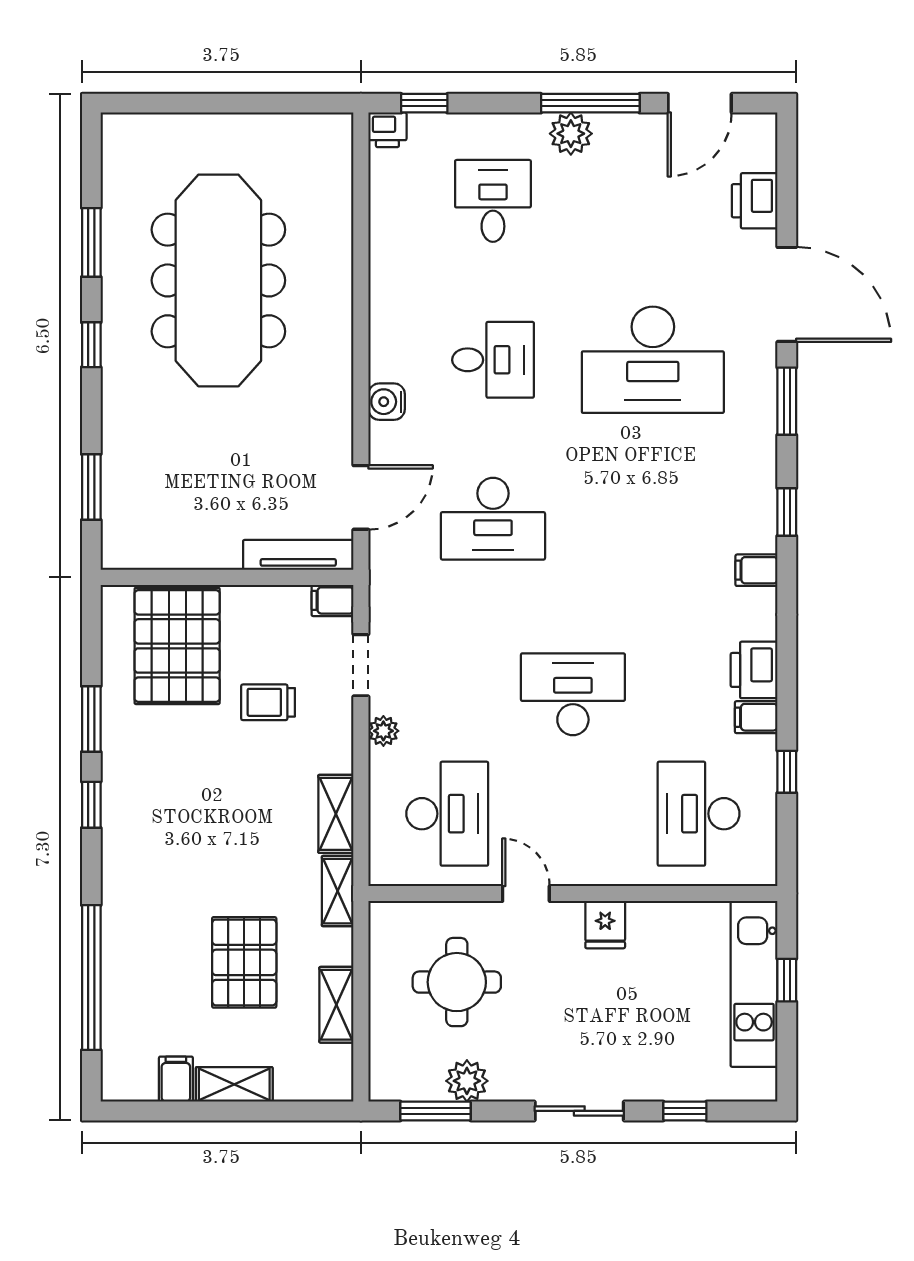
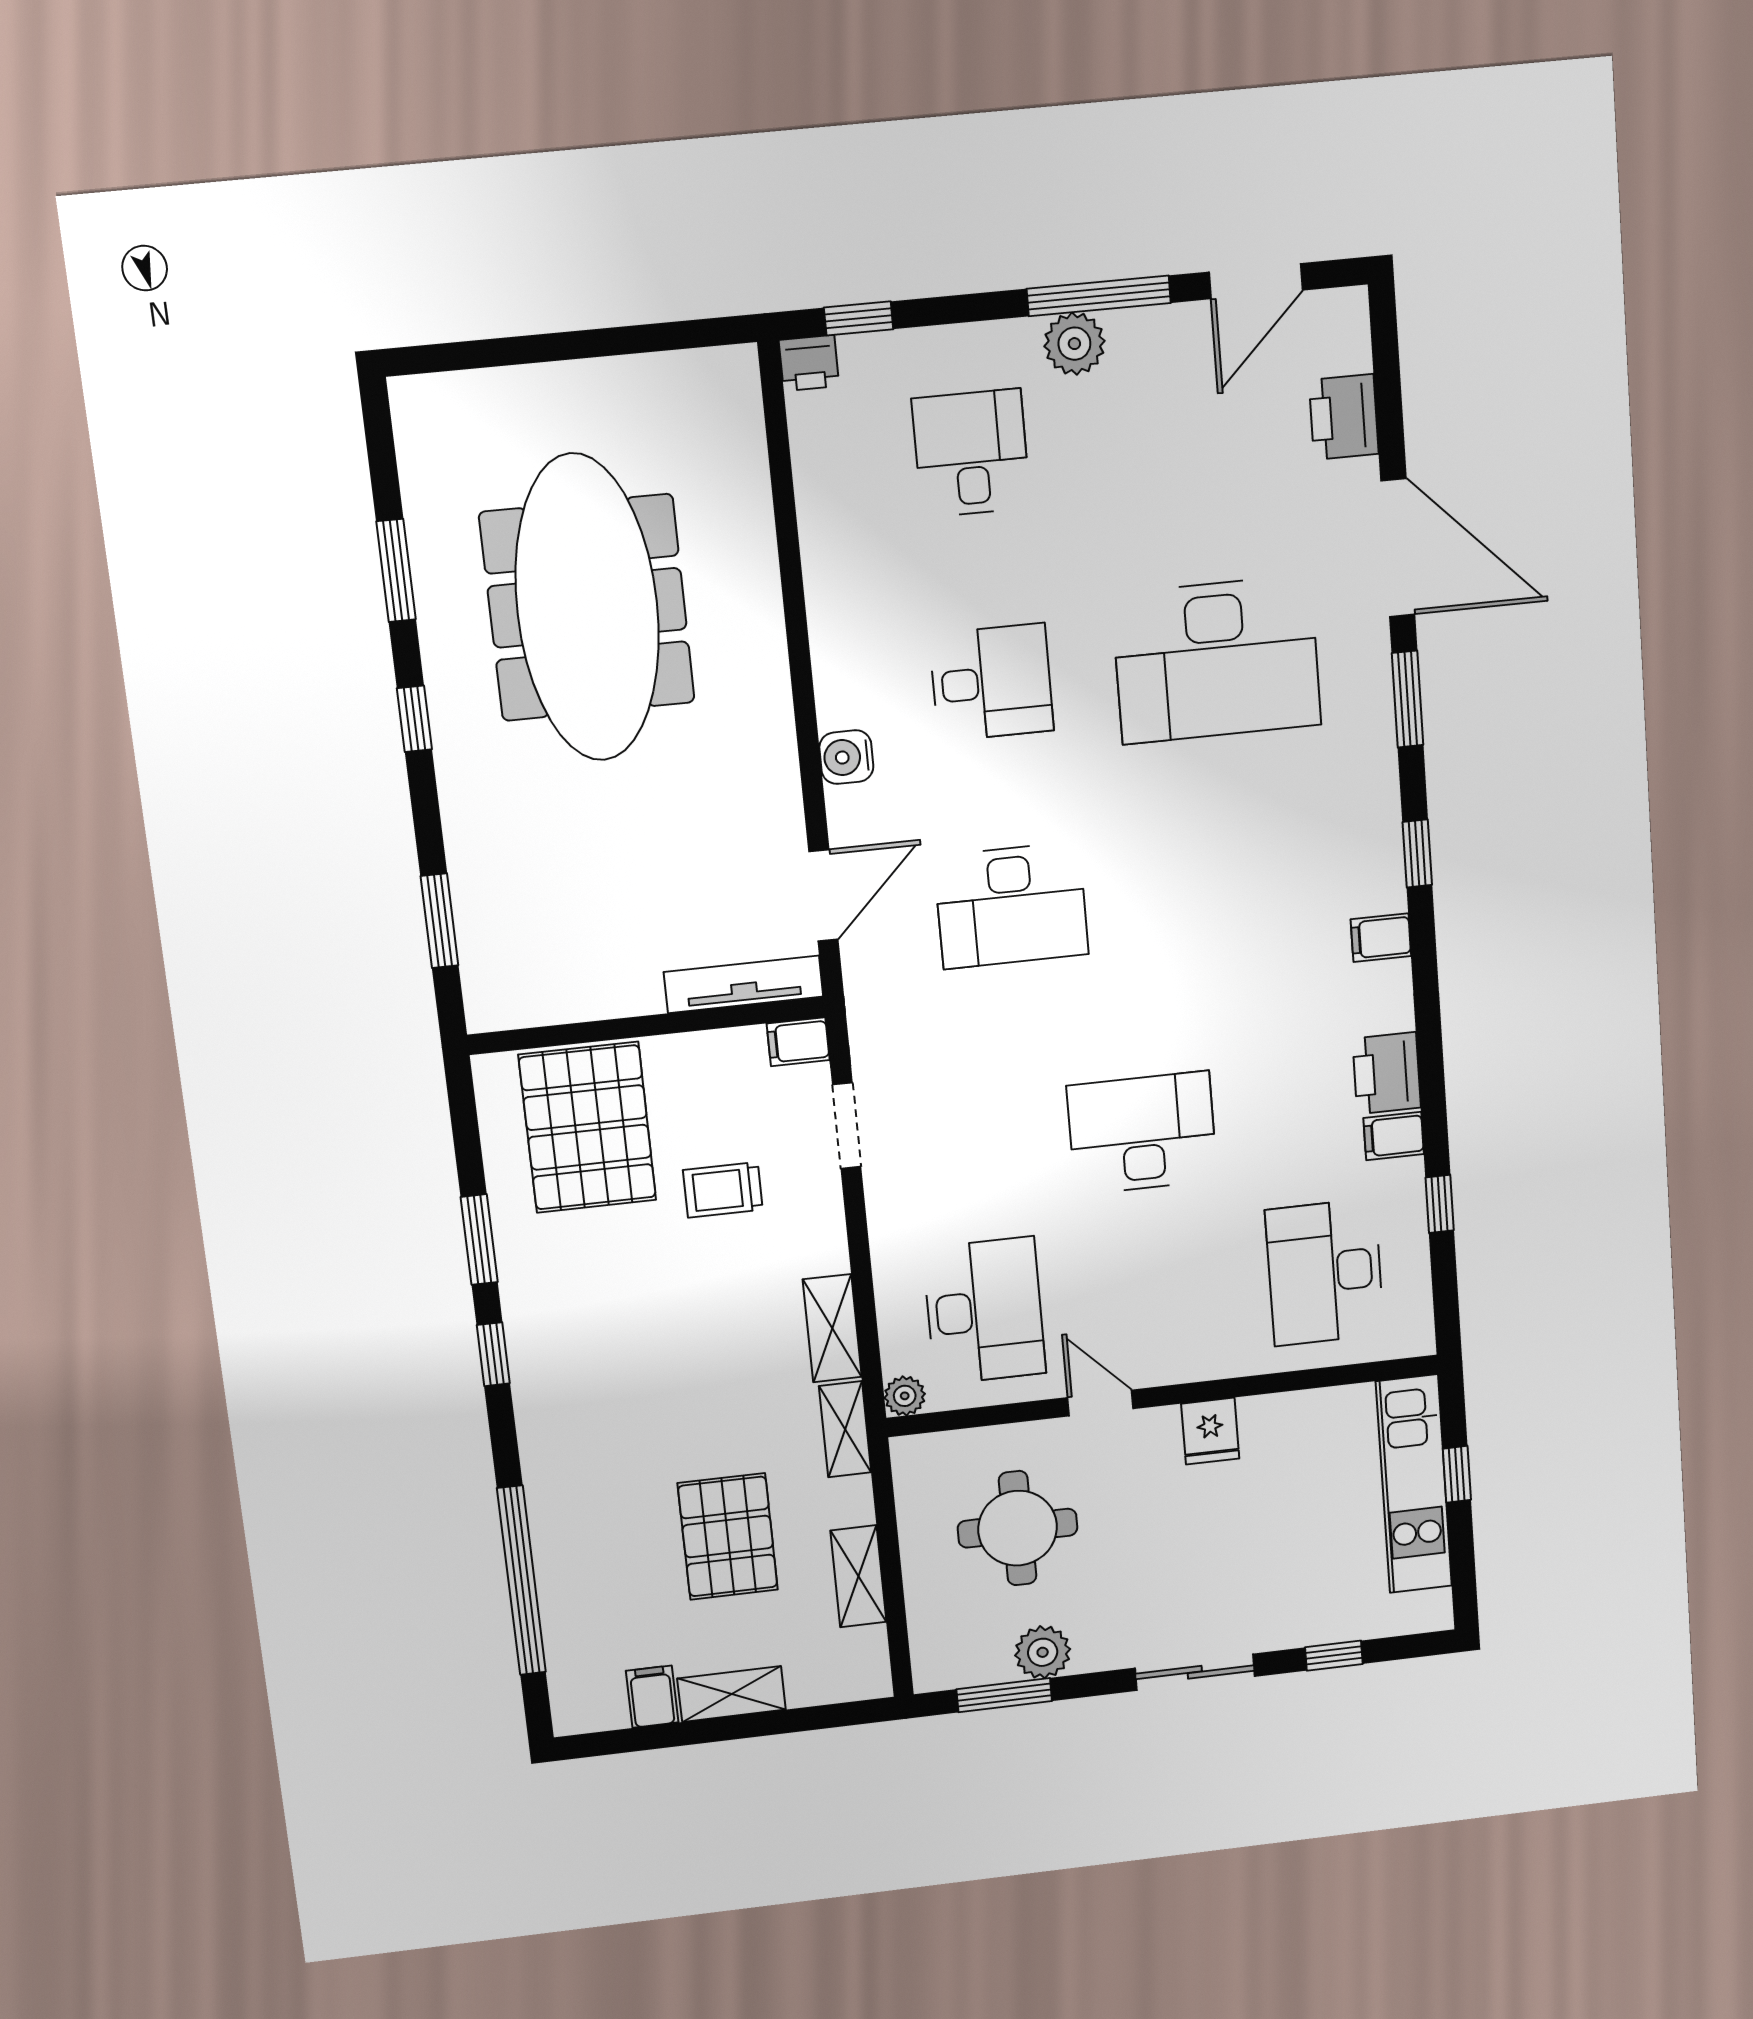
plant: (383, 731) -> (905, 1396), moved

